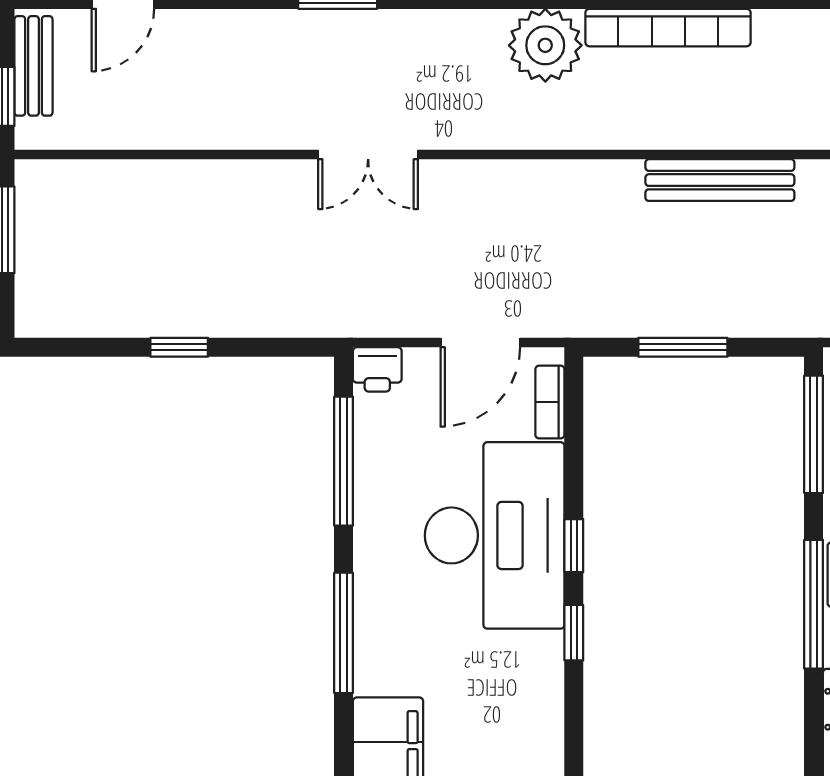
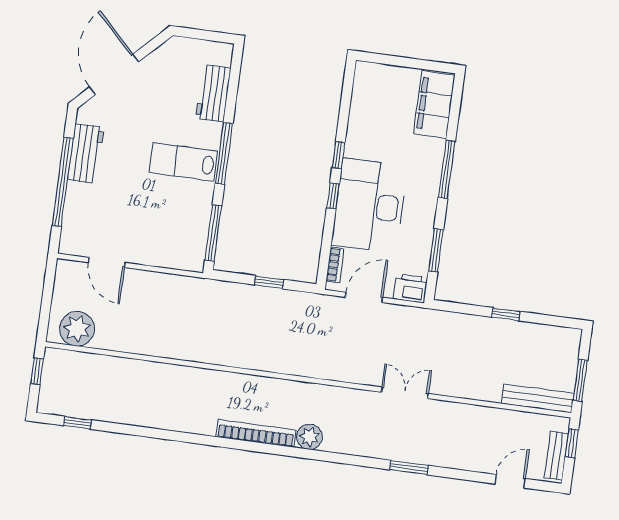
plant: (545, 45) -> (309, 437), width x0.73, depth x0.73
bench: (720, 180) -> (538, 399), moved
window: (683, 347) -> (269, 282), width x0.67
printer: (377, 369) -> (410, 288), width x1.36, depth x1.24
window: (344, 461) -> (436, 250), width x0.69

